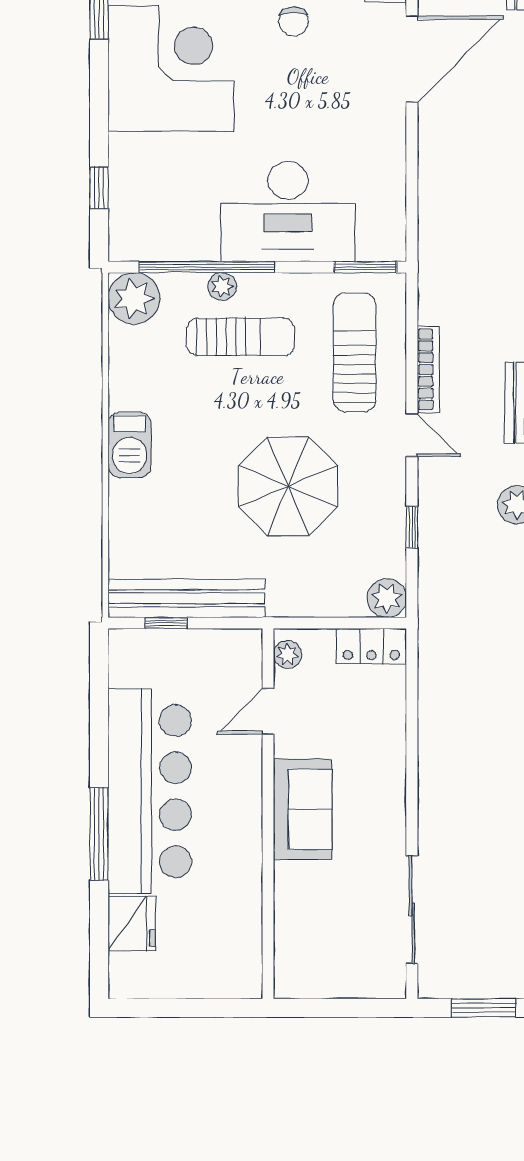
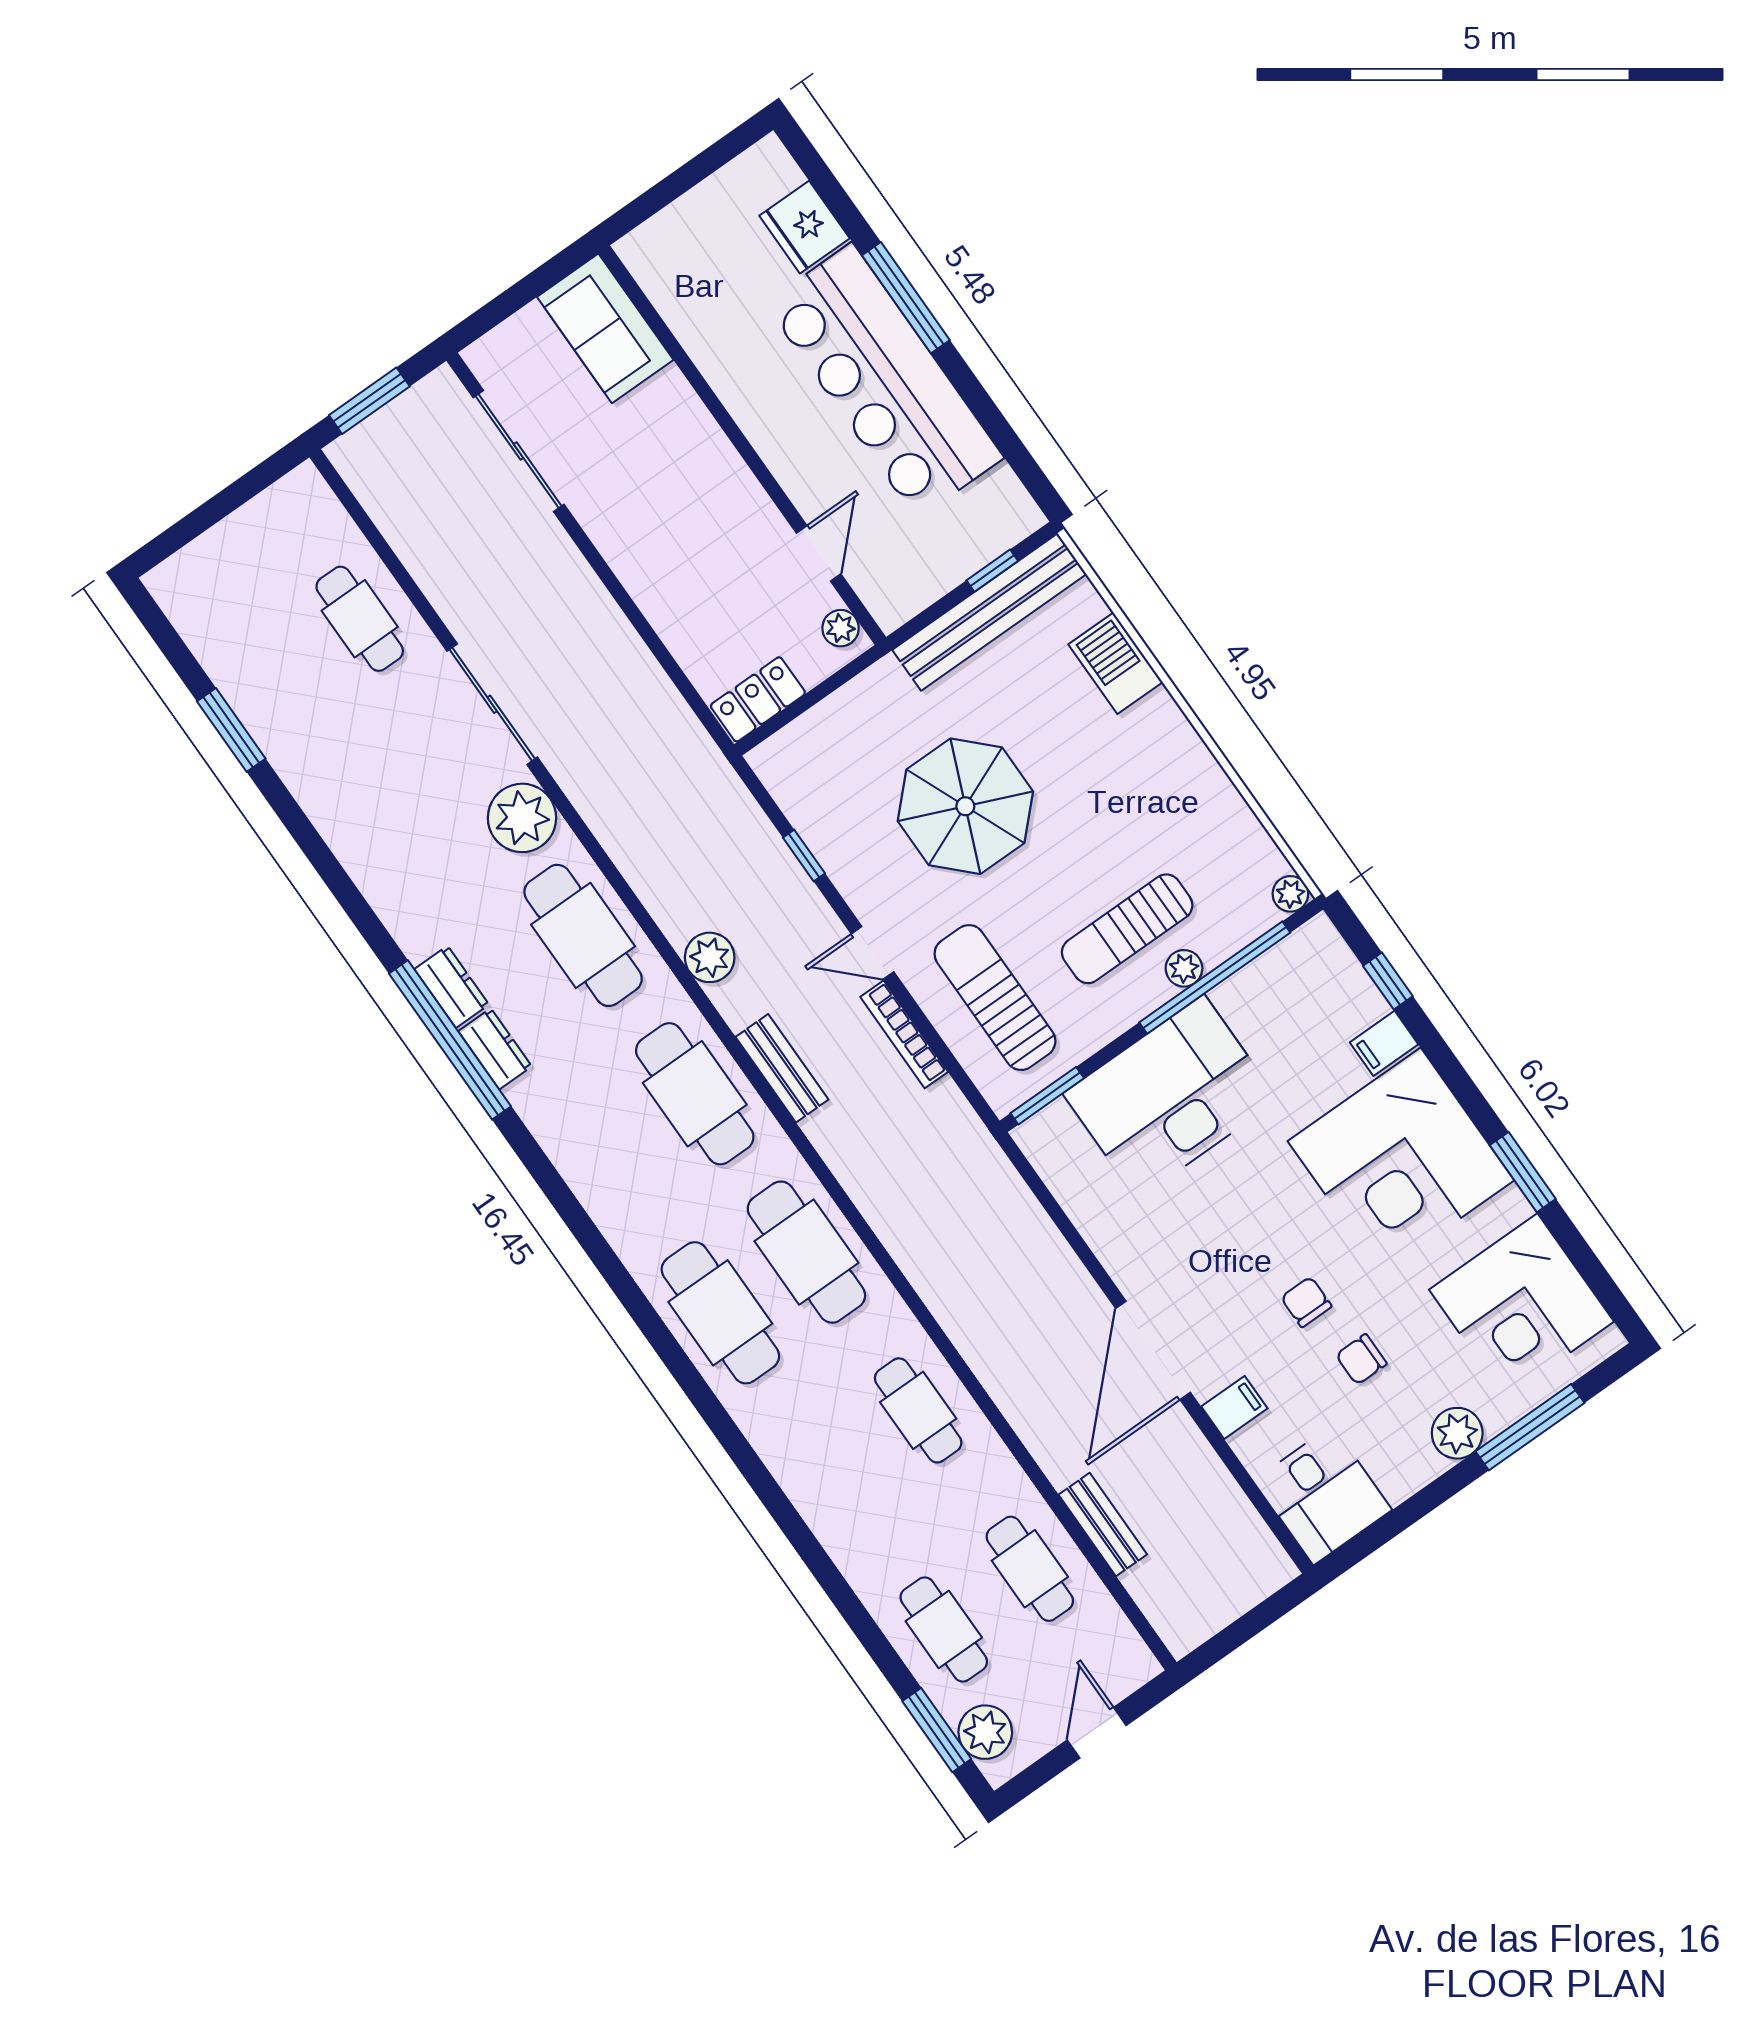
filing cabinet: (129, 150) -> (1384, 1043), added
plant: (134, 298) -> (1290, 894), width x0.53, depth x0.53
sun lounger: (355, 352) -> (995, 998), turned 180
barbecue: (130, 445) -> (1115, 663), moved
plant: (387, 598) -> (777, 762), removed
sofa: (303, 809) -> (605, 328), moved

